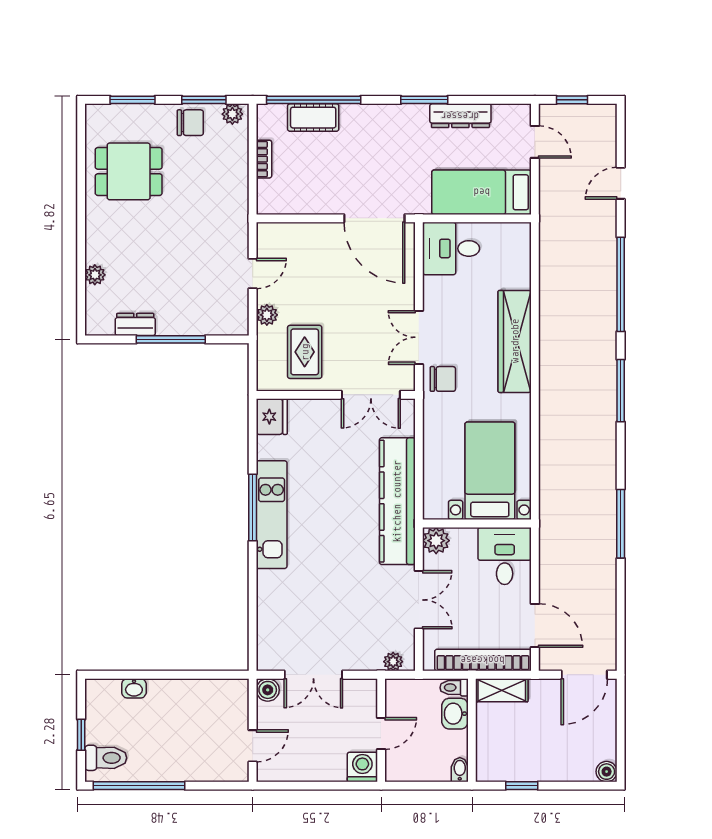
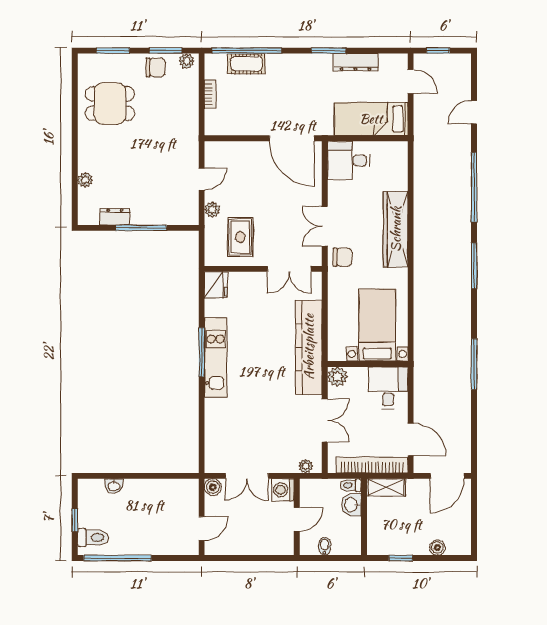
washing machine: (362, 767) -> (283, 490), moved, turned -90
bidet: (460, 770) -> (325, 546), moved
boiler: (607, 772) -> (437, 548), moved

